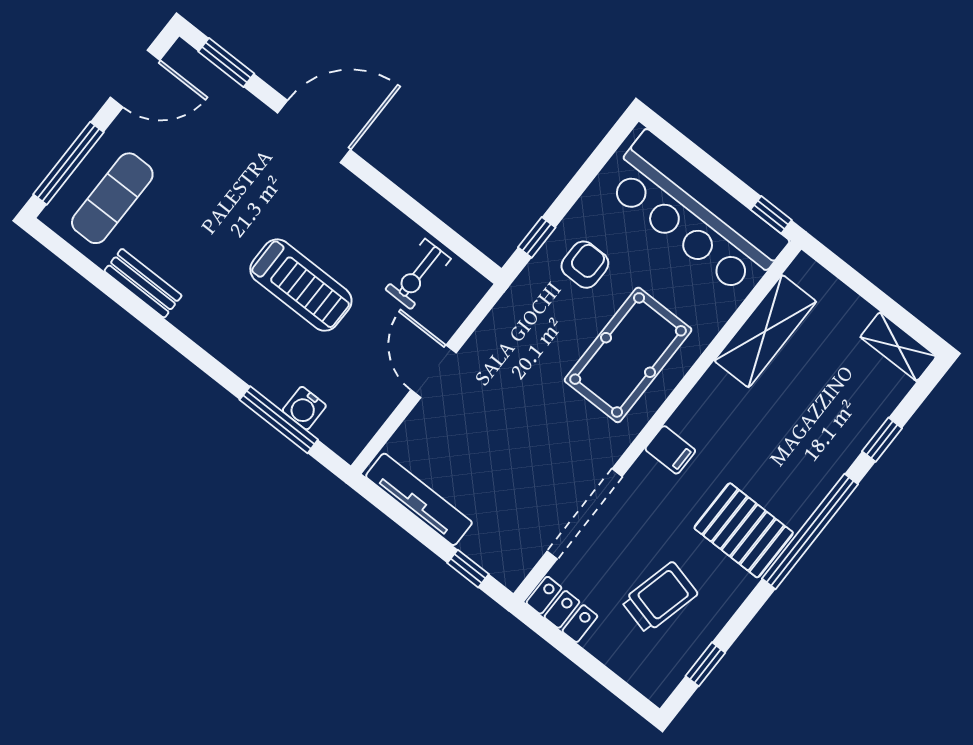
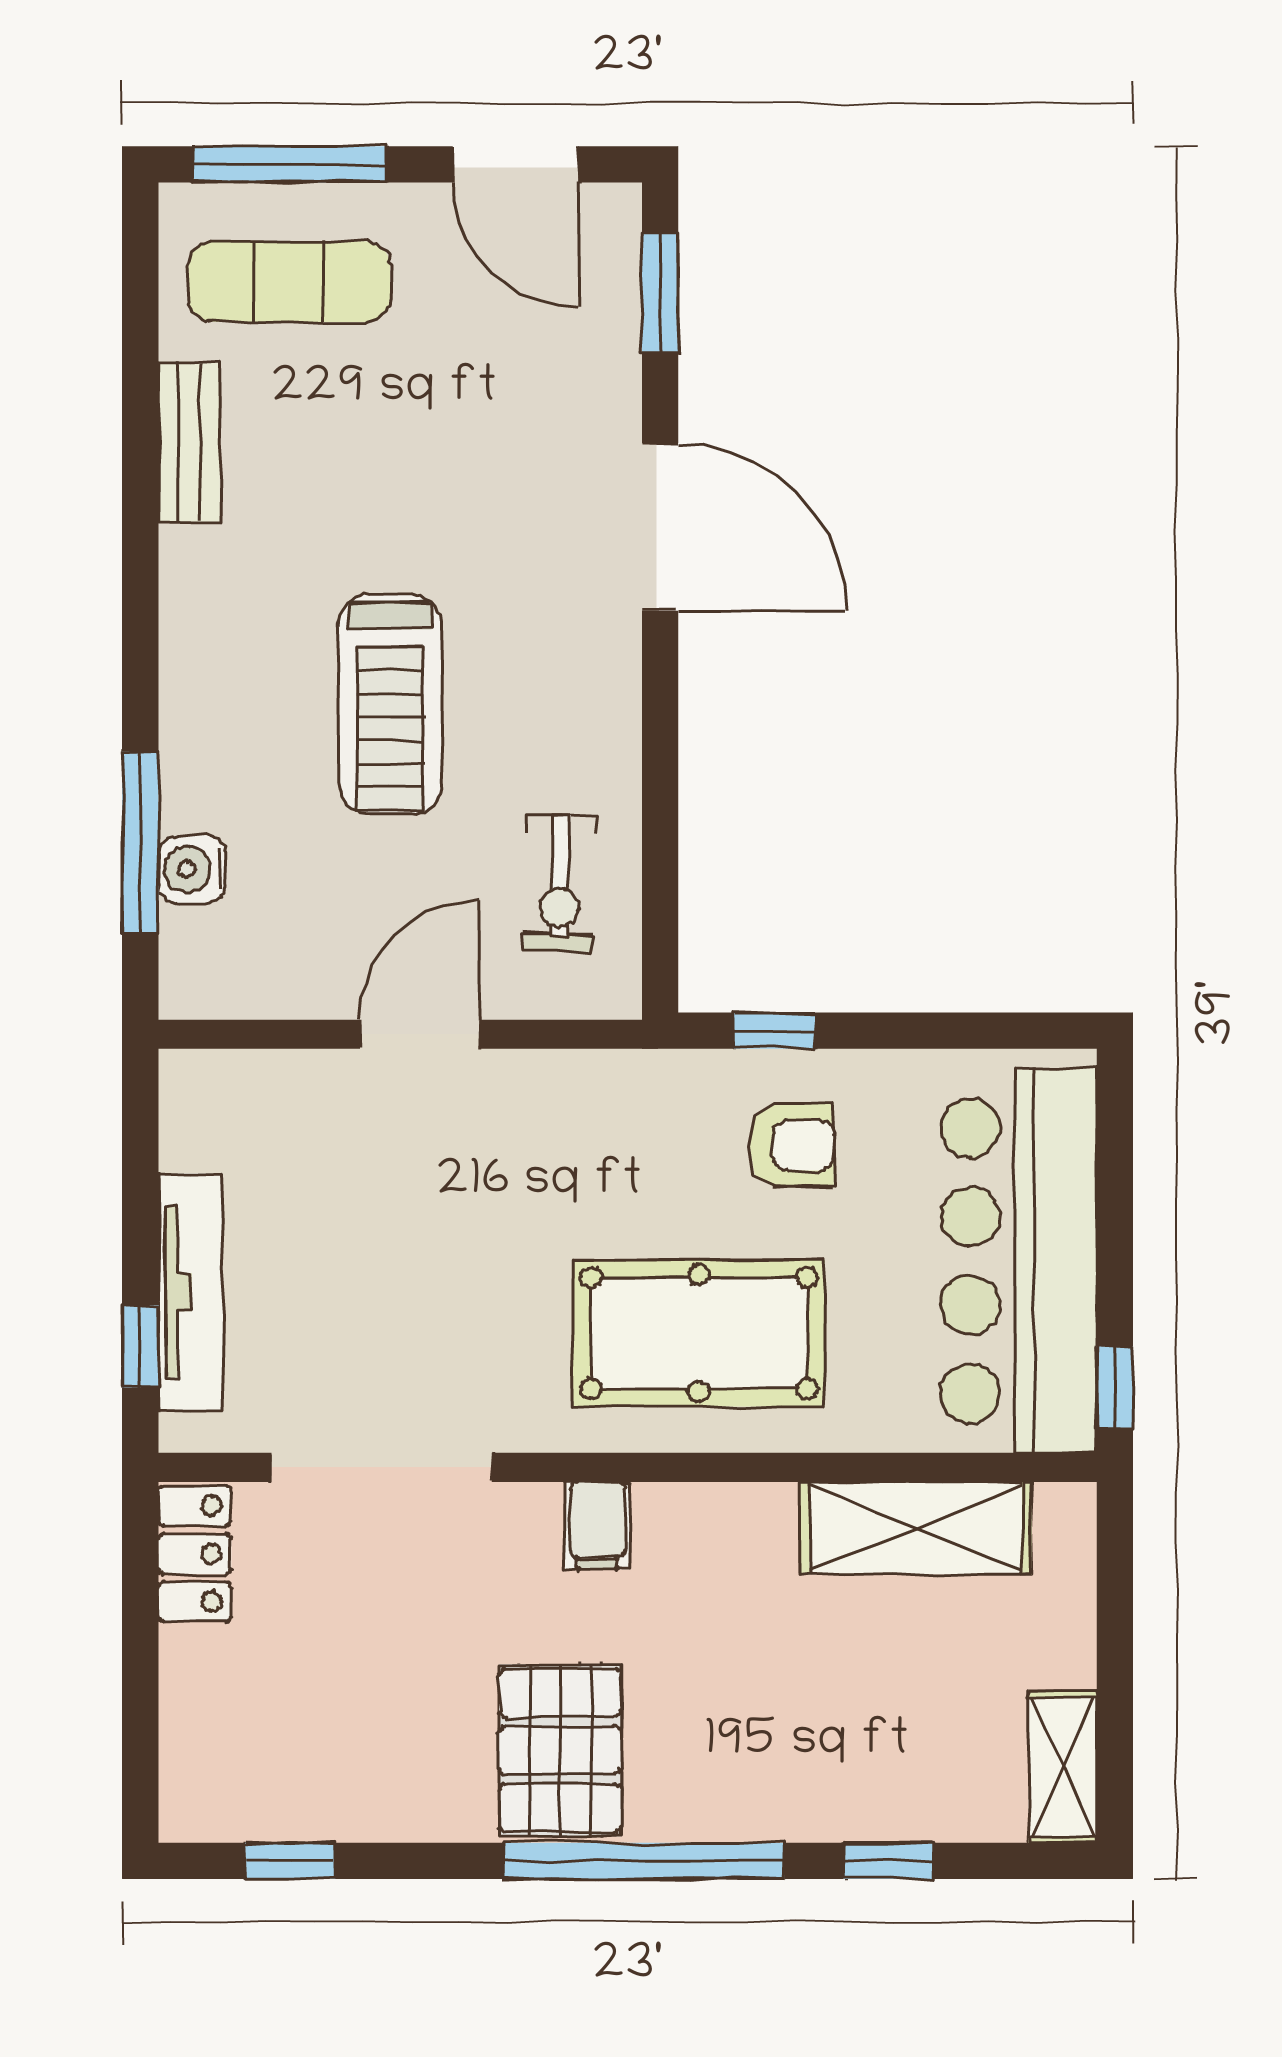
exercise bike: (418, 274) -> (560, 883), turned -88
tv unit: (419, 499) -> (191, 1292), moved
trolley: (660, 598) -> (341, 1699), removed

